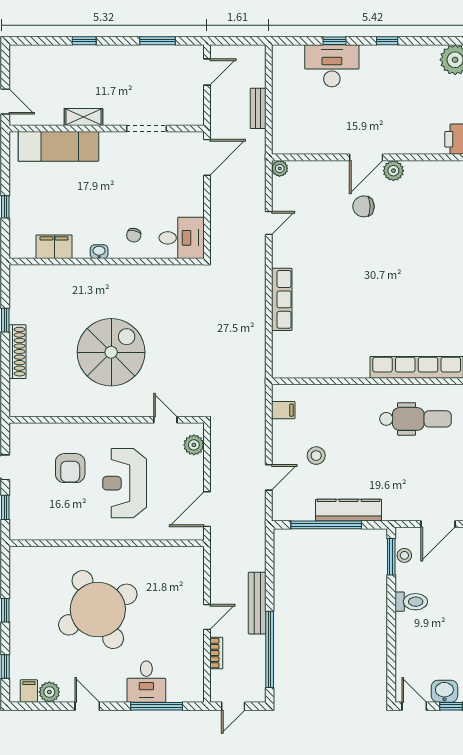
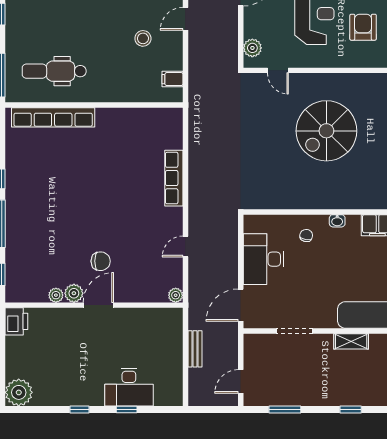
plant: (414, 168) -> (56, 295), added
desk: (182, 238) -> (263, 259), moved, width x1.37

